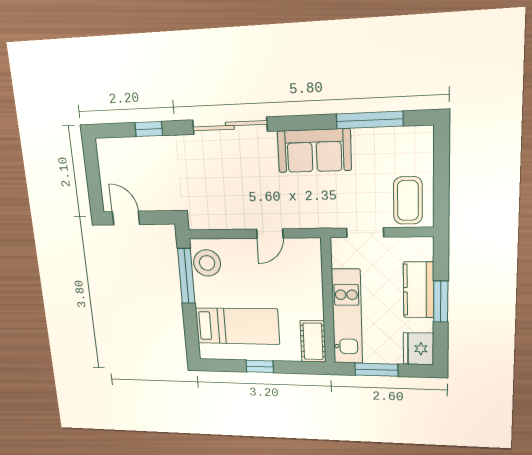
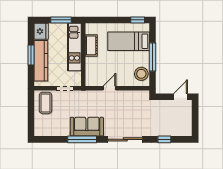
window: (370, 120) -> (82, 139), moved
door: (126, 218) -> (181, 97), swing flipped
window: (186, 276) -> (152, 57), moved
kitchen counter: (419, 290) -> (41, 61), width x1.50
cot: (313, 341) -> (91, 45), moved
window: (260, 366) -> (138, 20), moved

